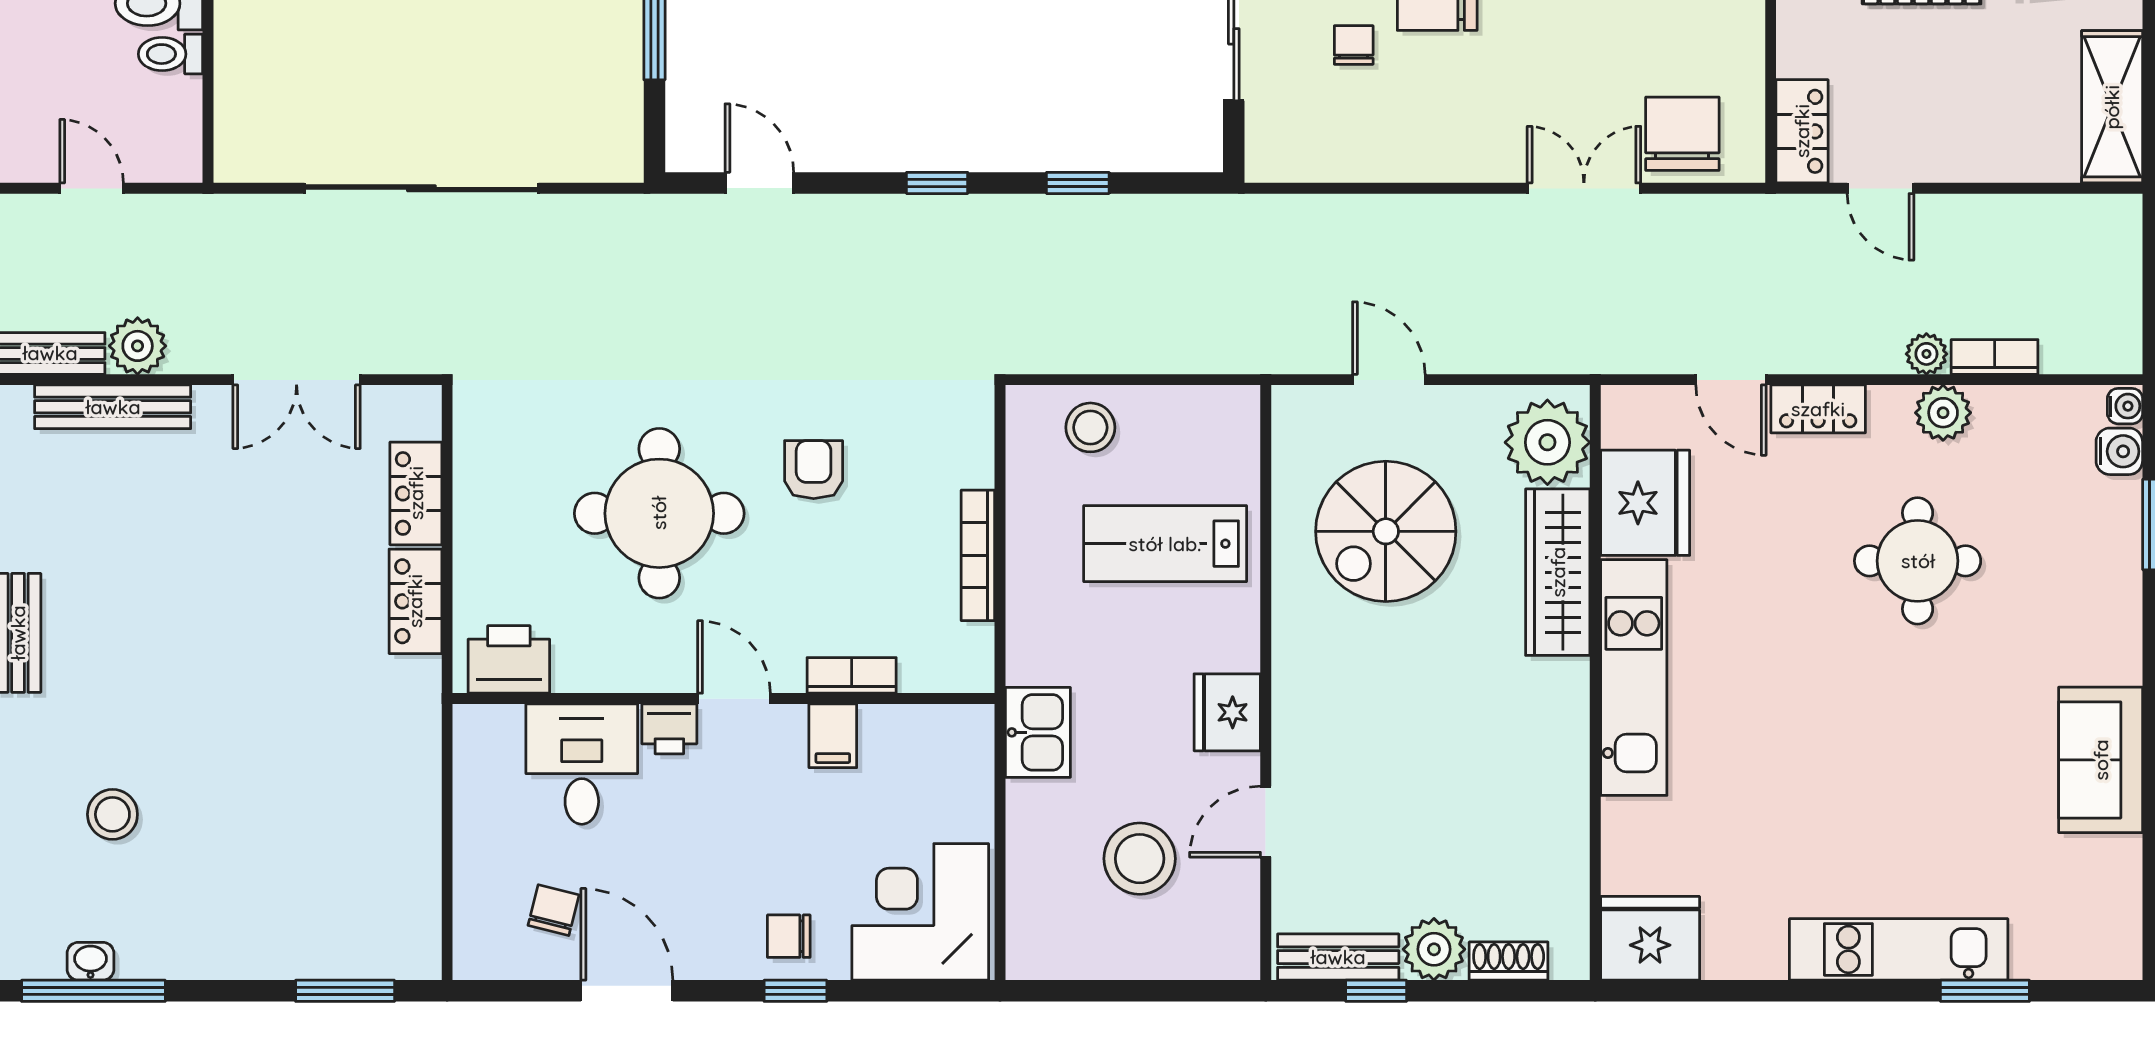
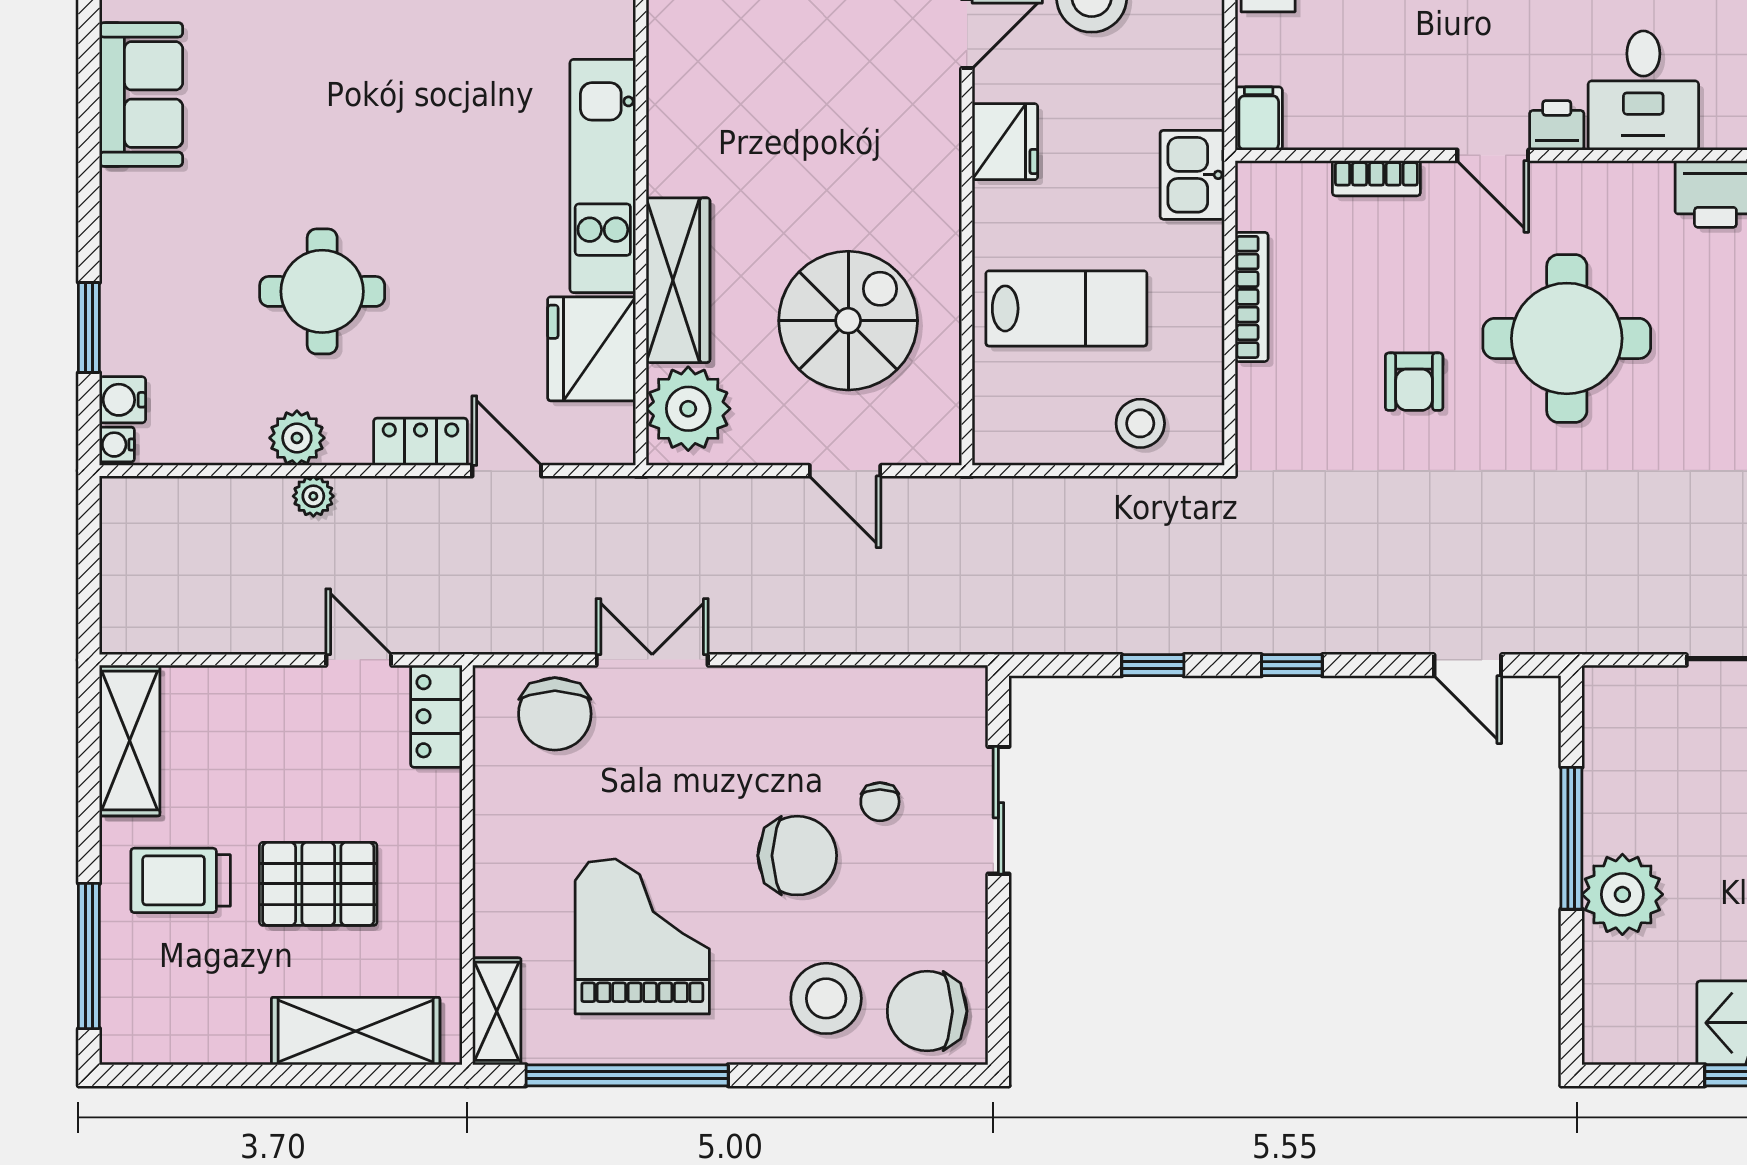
double door: (1584, 188) -> (652, 660), swing flipped
bookcase: (1995, 357) -> (246, 493), removed
kitchen sink: (1038, 732) -> (1192, 175), moved
filing cabinet: (833, 736) -> (1259, 118), moved

